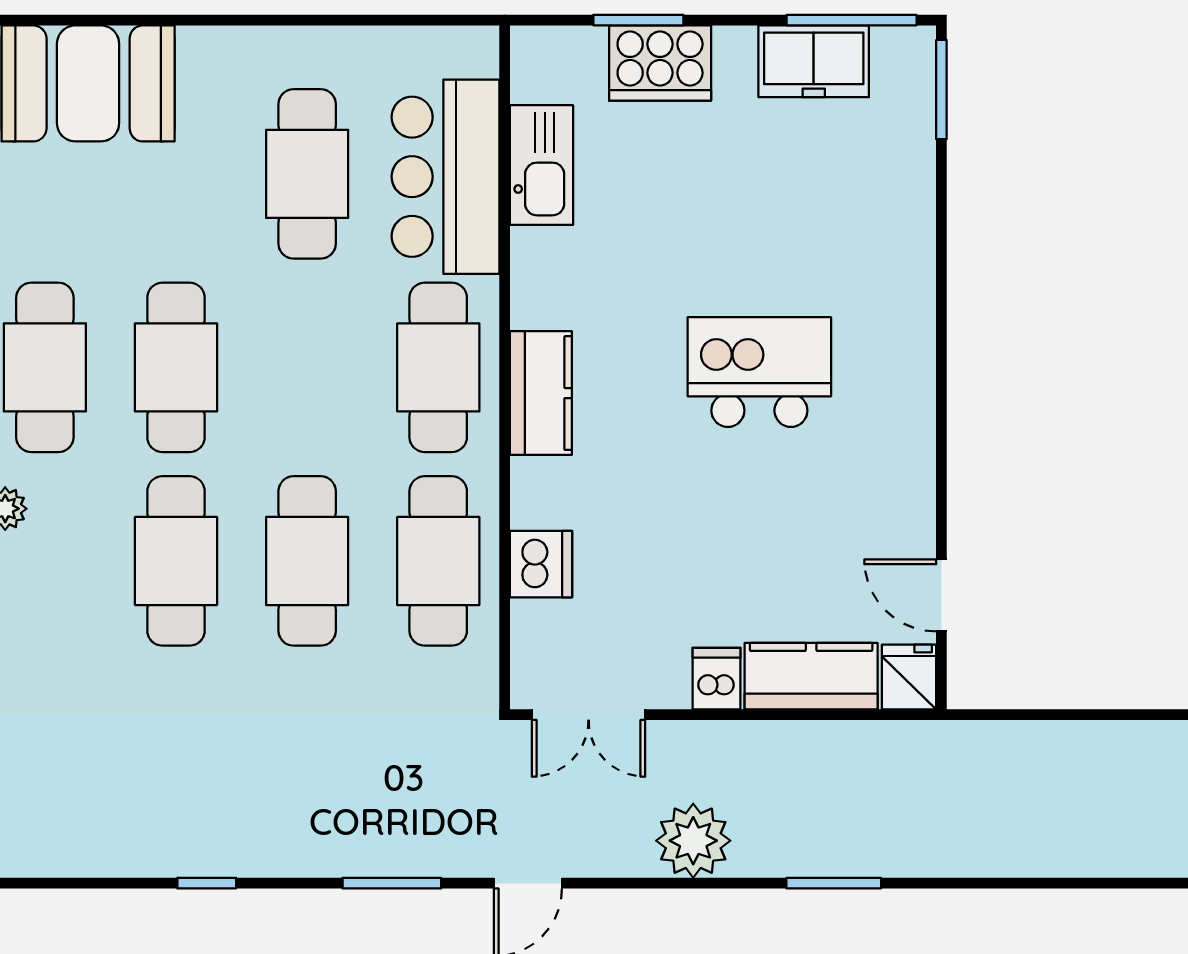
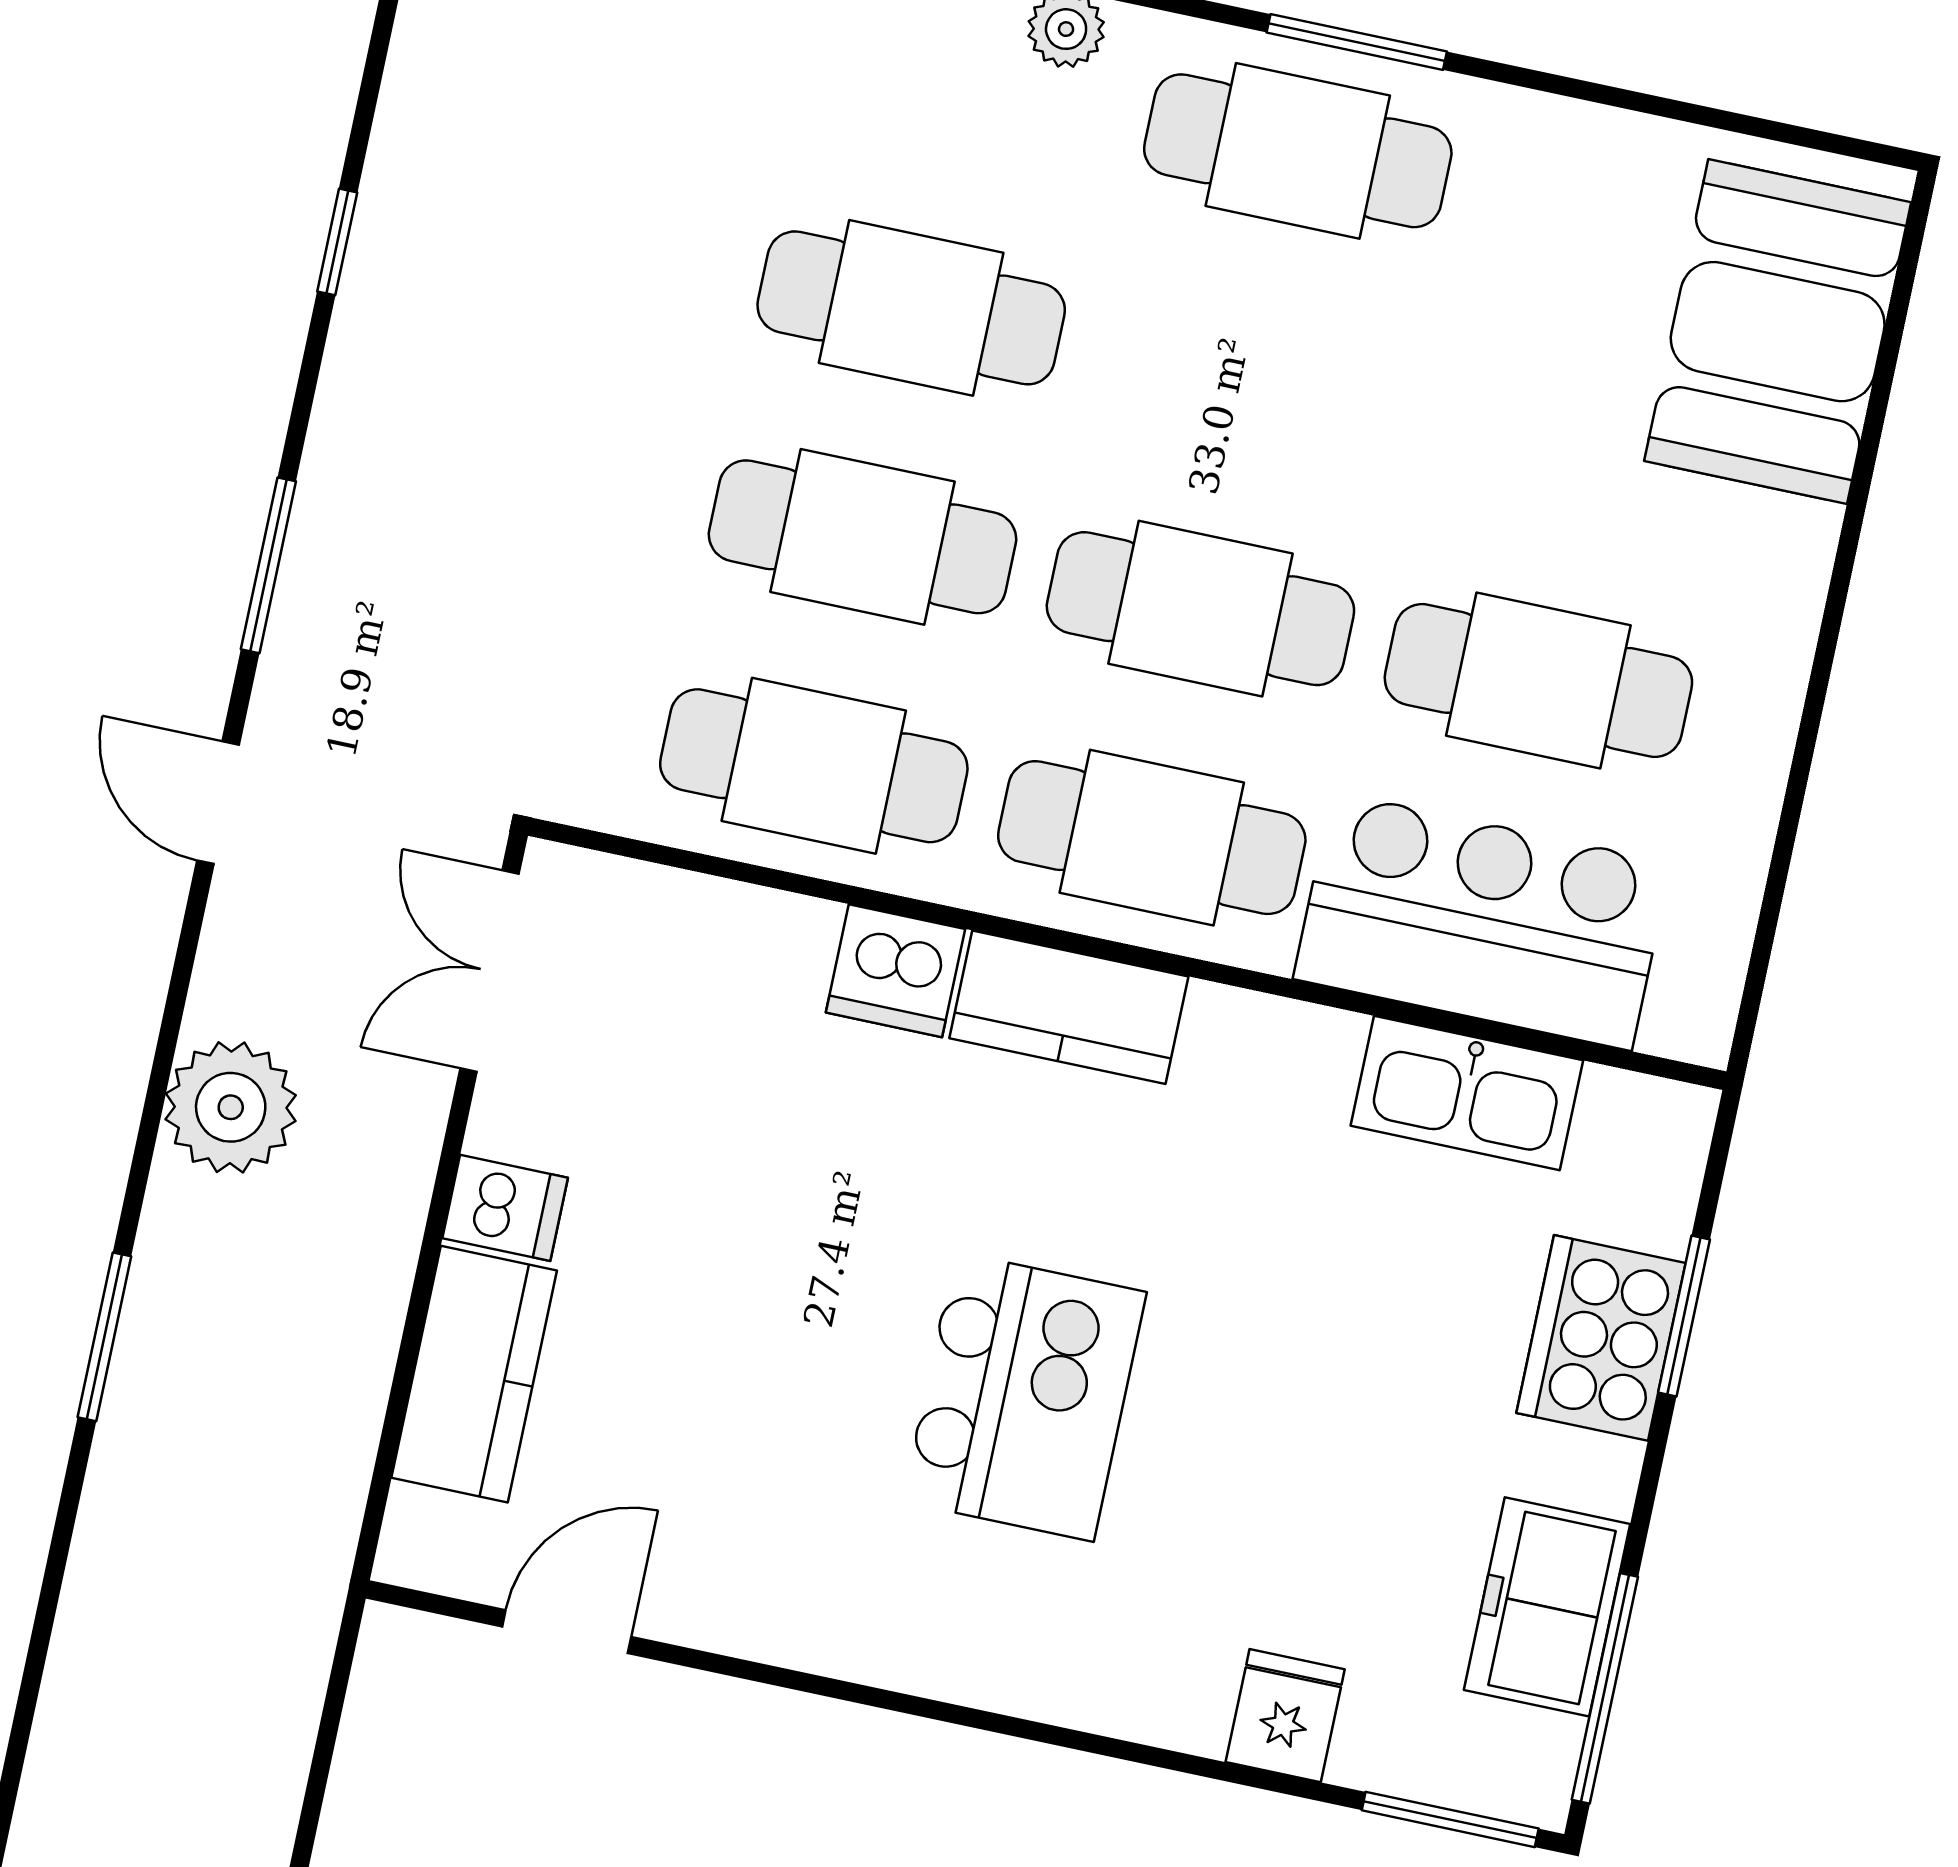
cafe table: (176, 367) -> (1200, 609), moved
dishwasher: (541, 564) -> (895, 971), moved
fridge: (909, 677) -> (1285, 1716), moved, turned -90

